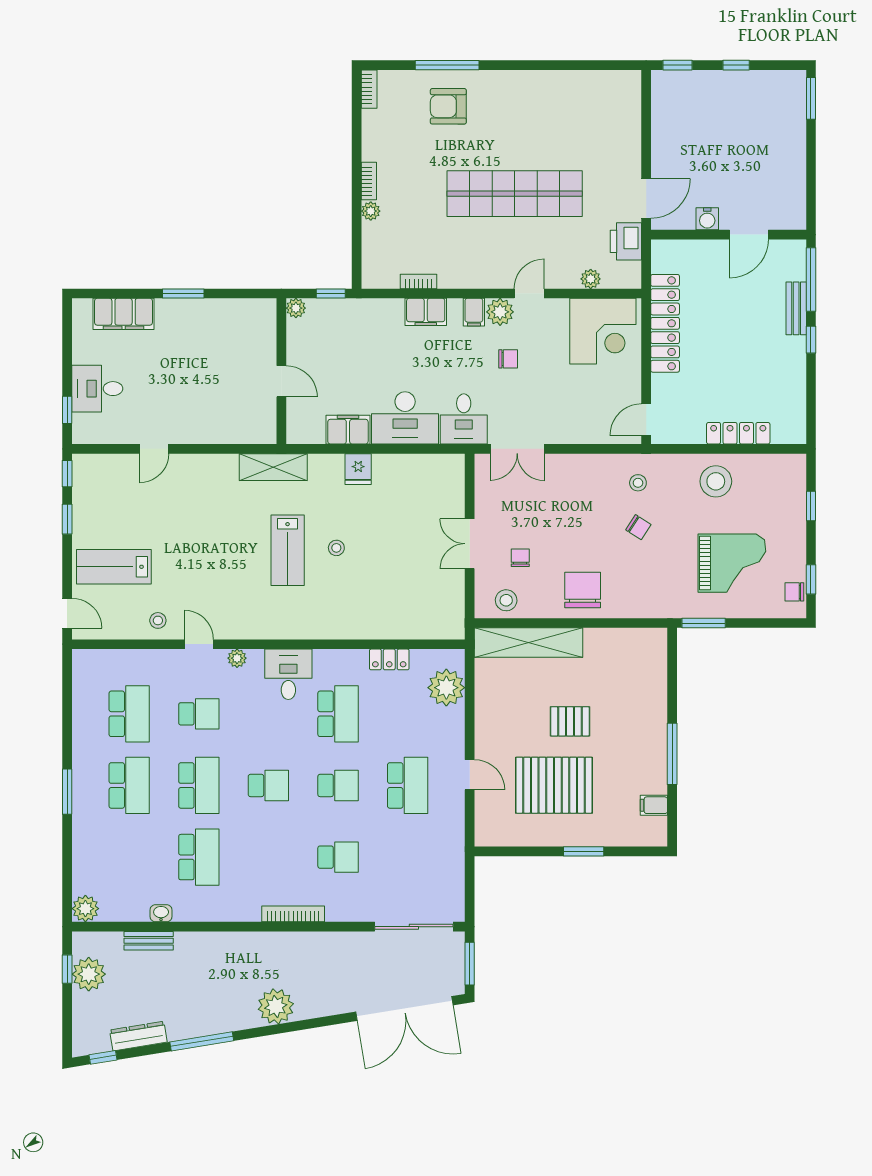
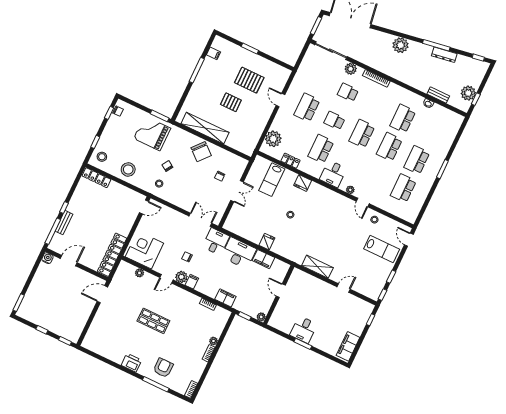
armchair: (448, 106) -> (163, 368), turned -90
shop shelf: (515, 194) -> (153, 321), width x0.50, depth x0.74
water cooler: (707, 219) -> (47, 258), moved
printer: (626, 241) -> (131, 363), moved, turned -90
filing cabinet: (426, 312) -> (225, 298), moved
filing cabinet: (124, 314) -> (348, 346), moved, turned -90
locker: (665, 323) -> (112, 255), moved
desk: (97, 389) -> (304, 330), moved, turned 90
locker: (738, 433) -> (96, 178), moved
shelving: (273, 467) -> (317, 267), moved
lab bench: (288, 550) -> (272, 180), moved, turned 180
grand piano: (732, 563) -> (152, 133), moved
chair: (583, 590) -> (201, 152), turned -49
stool: (506, 600) -> (102, 157), moved
fridge: (342, 625) -> (303, 183), added
shelving: (528, 642) -> (205, 128), moved
school desk: (199, 714) -> (376, 175), removed
school desk: (268, 785) -> (362, 134), width x1.85
pallet: (554, 785) -> (249, 80), width x0.73, depth x0.71
plant: (85, 909) -> (351, 69), moved
dresser: (138, 1036) -> (444, 55), moved

